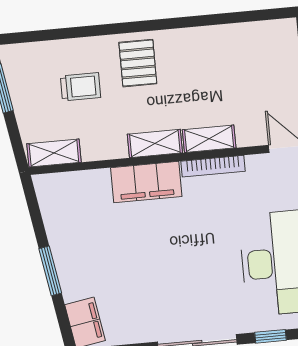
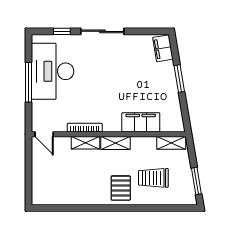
trolley: (81, 87) -> (153, 178), width x1.36, depth x1.39
filing cabinet: (146, 182) -> (141, 122), moved

